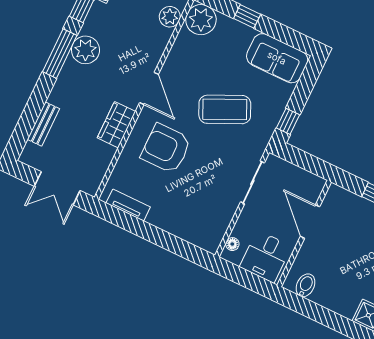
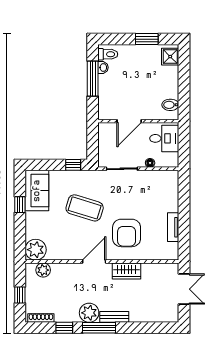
window: (247, 16) -> (20, 205), moved
coffee table: (225, 109) -> (85, 208), turned -48
bench: (43, 124) -> (114, 317), moved
tv unit: (128, 205) -> (173, 227), moved
floor lamp: (232, 244) -> (150, 163), moved

